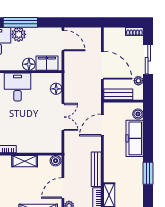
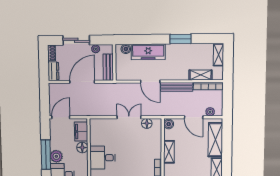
dresser: (114, 33) -> (53, 71), added
floor lamp: (56, 89) -> (147, 123), moved
door: (102, 125) -> (150, 81), moved

